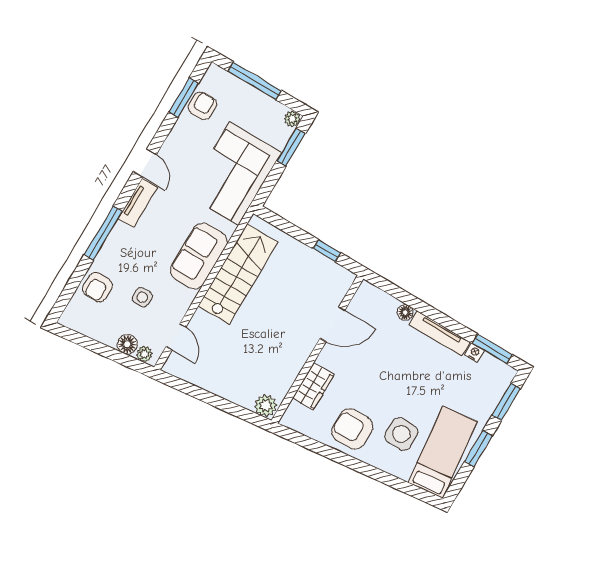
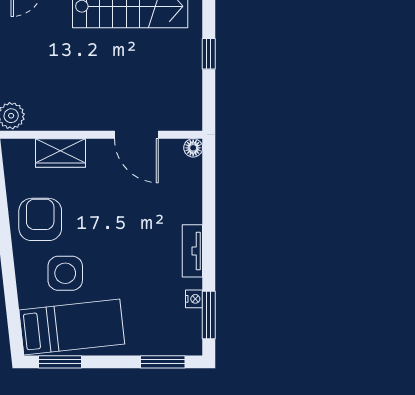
window: (327, 251) -> (209, 54), moved
floor lamp: (405, 312) -> (193, 148), moved
tv unit: (440, 333) -> (192, 251), width x0.71
window: (478, 449) -> (60, 362), moved

